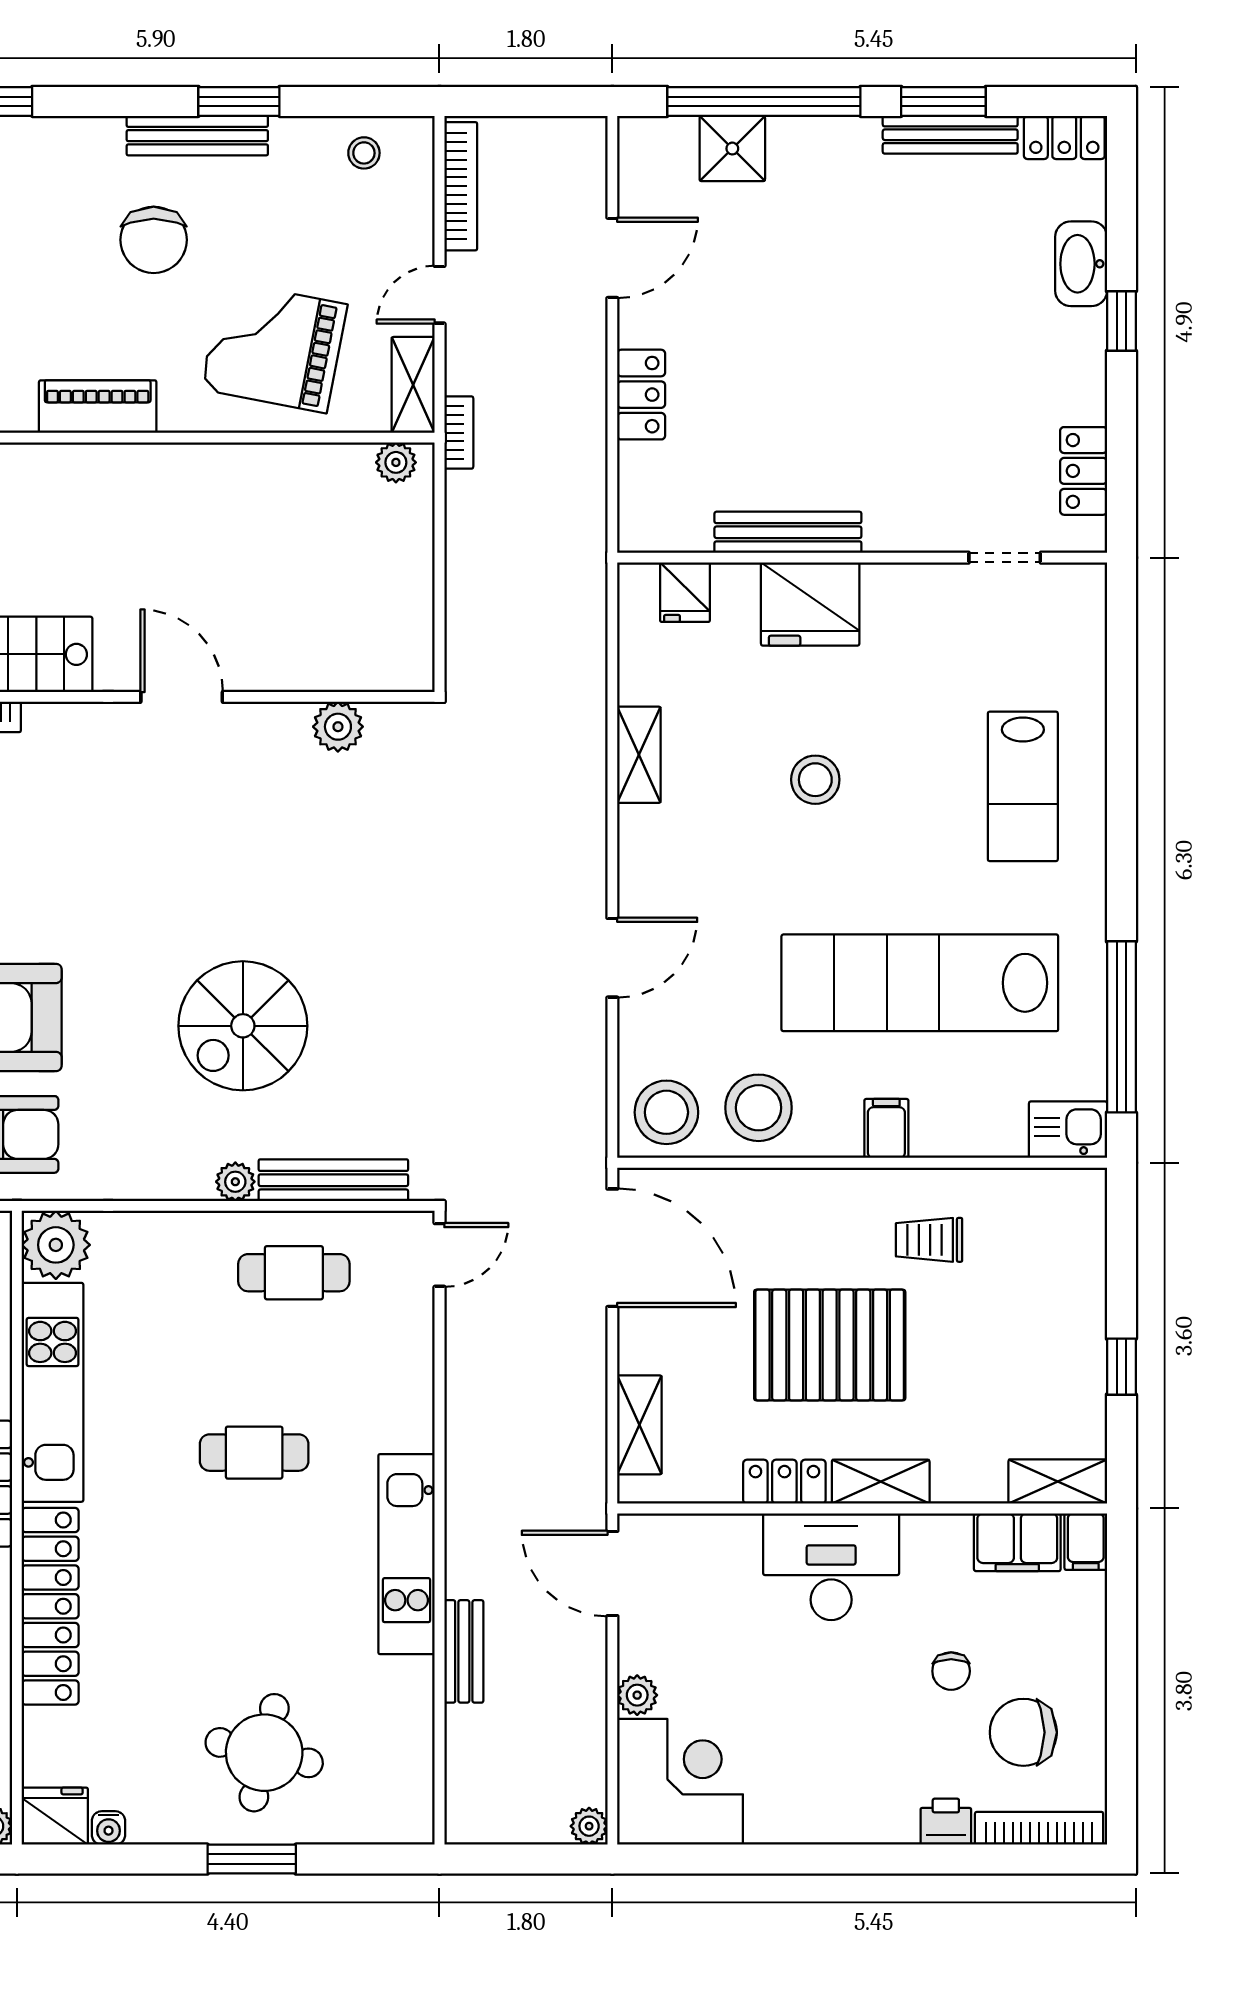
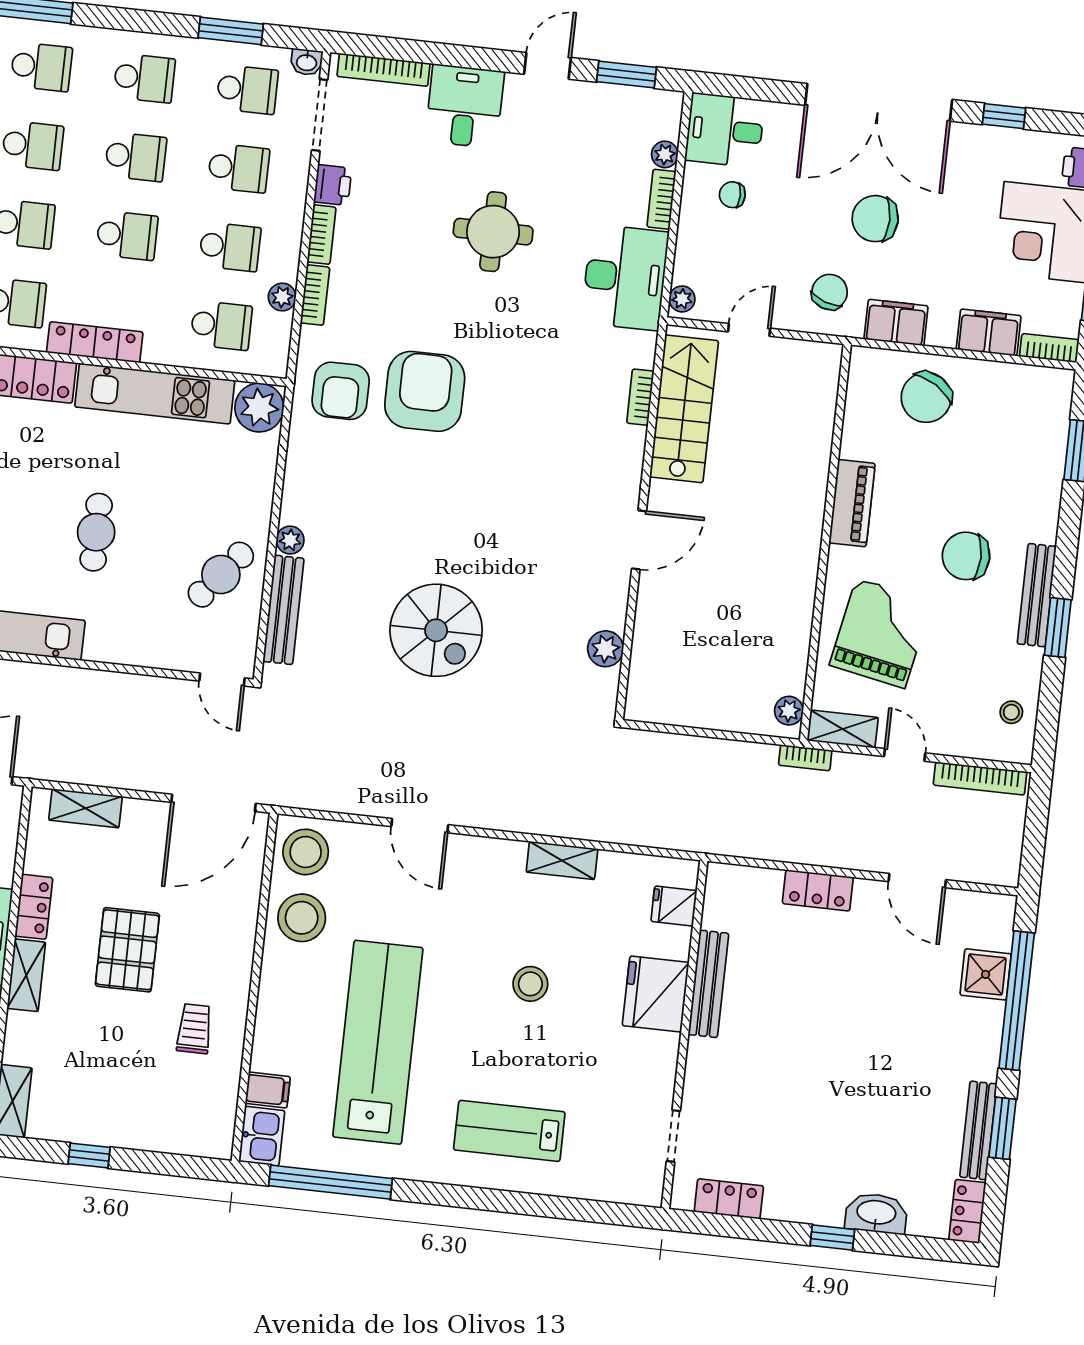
spiral stairs: (243, 1026) -> (436, 630), moved, turned 180
filing cabinet: (886, 1128) -> (268, 1090), moved
cafe table: (294, 1273) -> (221, 575), turned 39
pallet: (830, 1345) -> (127, 950), width x0.73, depth x0.71

